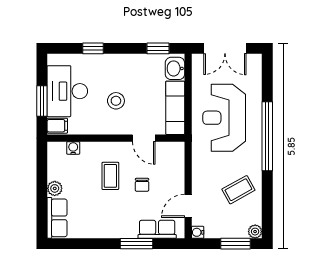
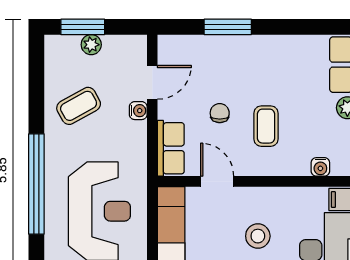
row of seats: (157, 229) -> (171, 148), moved, turned -90
water cooler: (198, 232) -> (138, 111), moved
plant: (255, 232) -> (91, 45), moved

